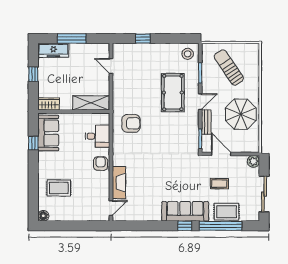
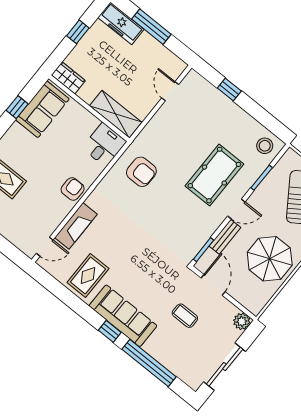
desk: (97, 136) -> (104, 145), moved, turned -90
rug: (227, 212) -> (88, 276), moved, turned 90

